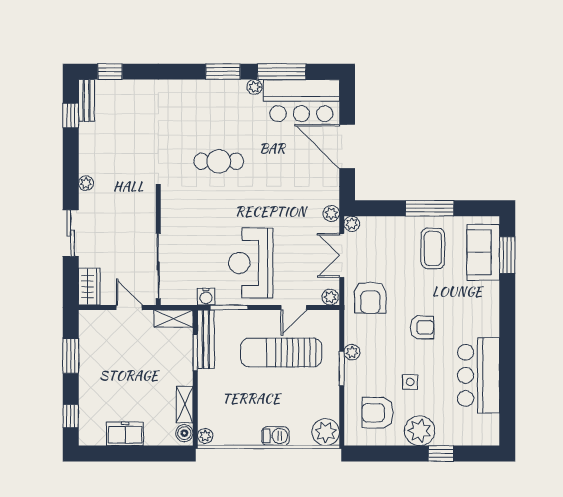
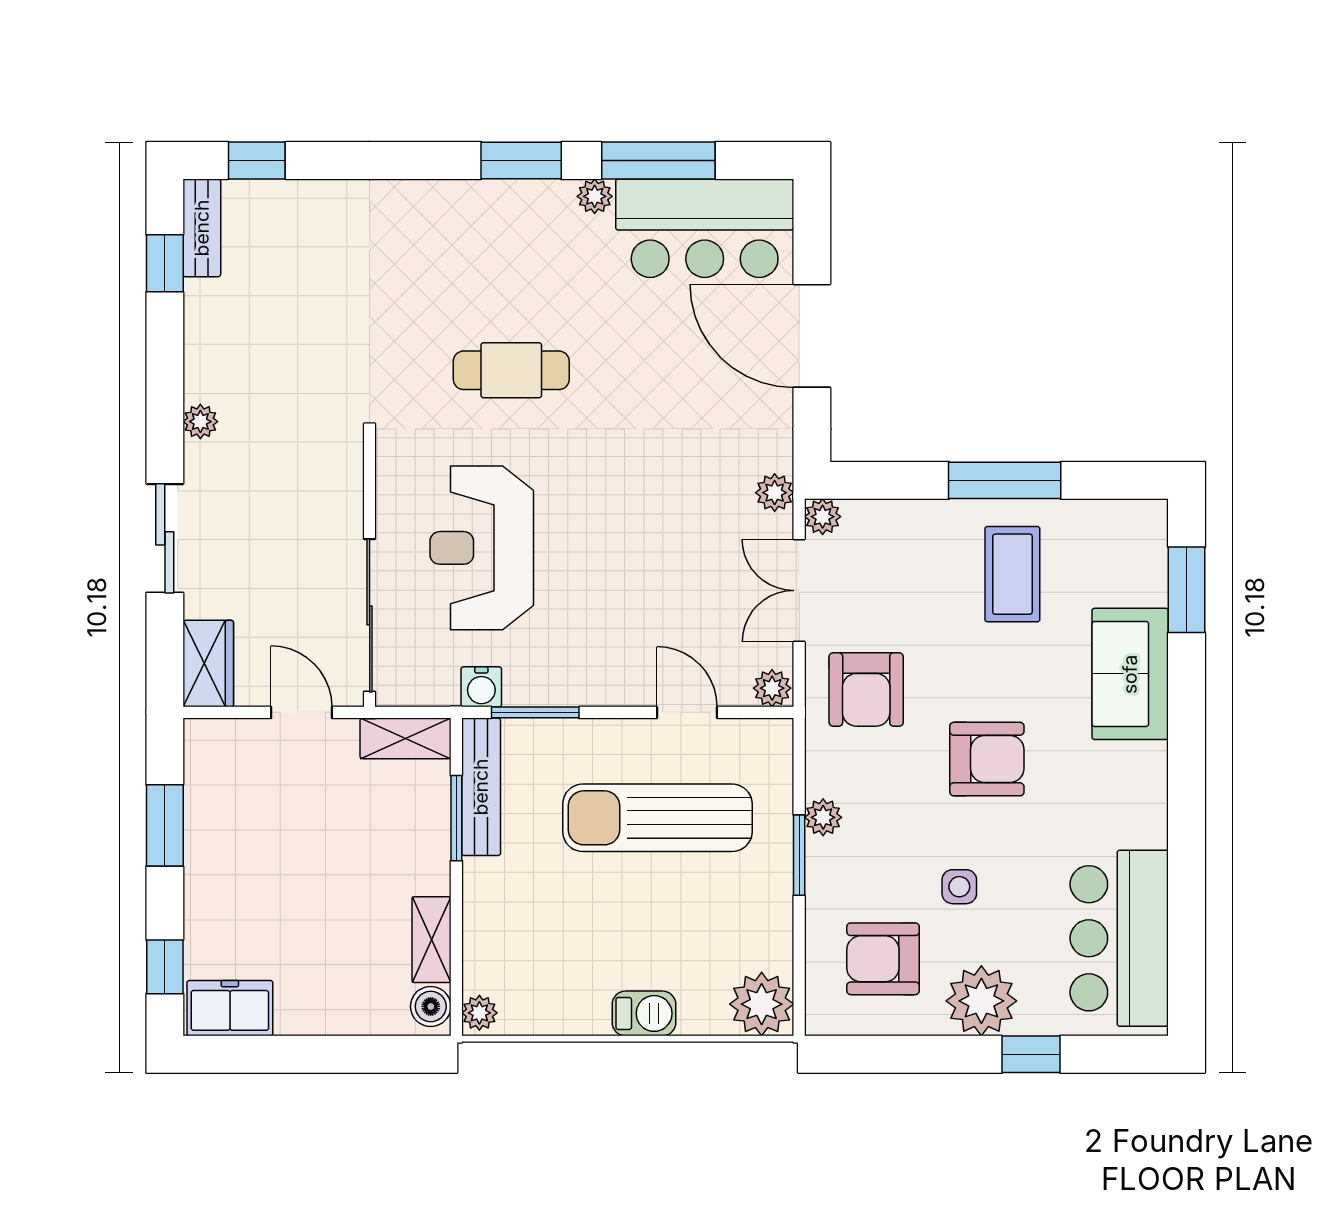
sofa: (483, 252) -> (1130, 674), moved
reception desk: (251, 263) -> (482, 548), moved
door: (294, 307) -> (687, 712), swing flipped
armchair: (422, 327) -> (987, 759), width x1.38, depth x1.38
bar counter: (479, 375) -> (1119, 938), moved
freezer: (125, 434) -> (230, 1008), moved

